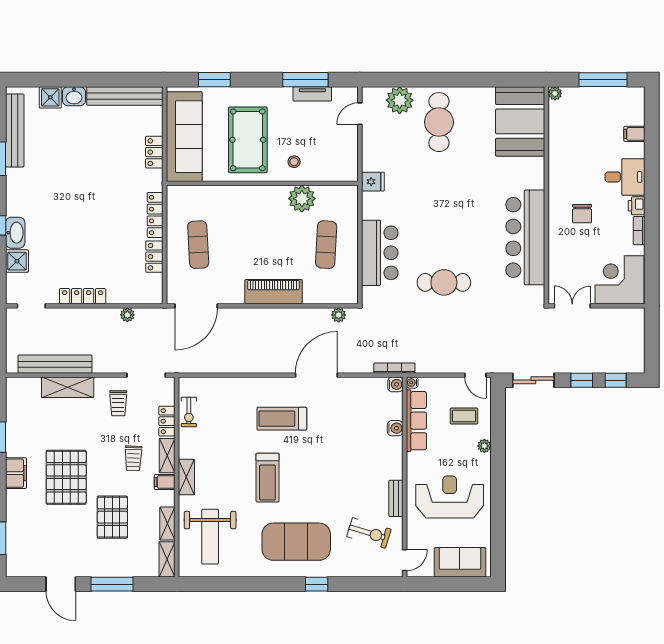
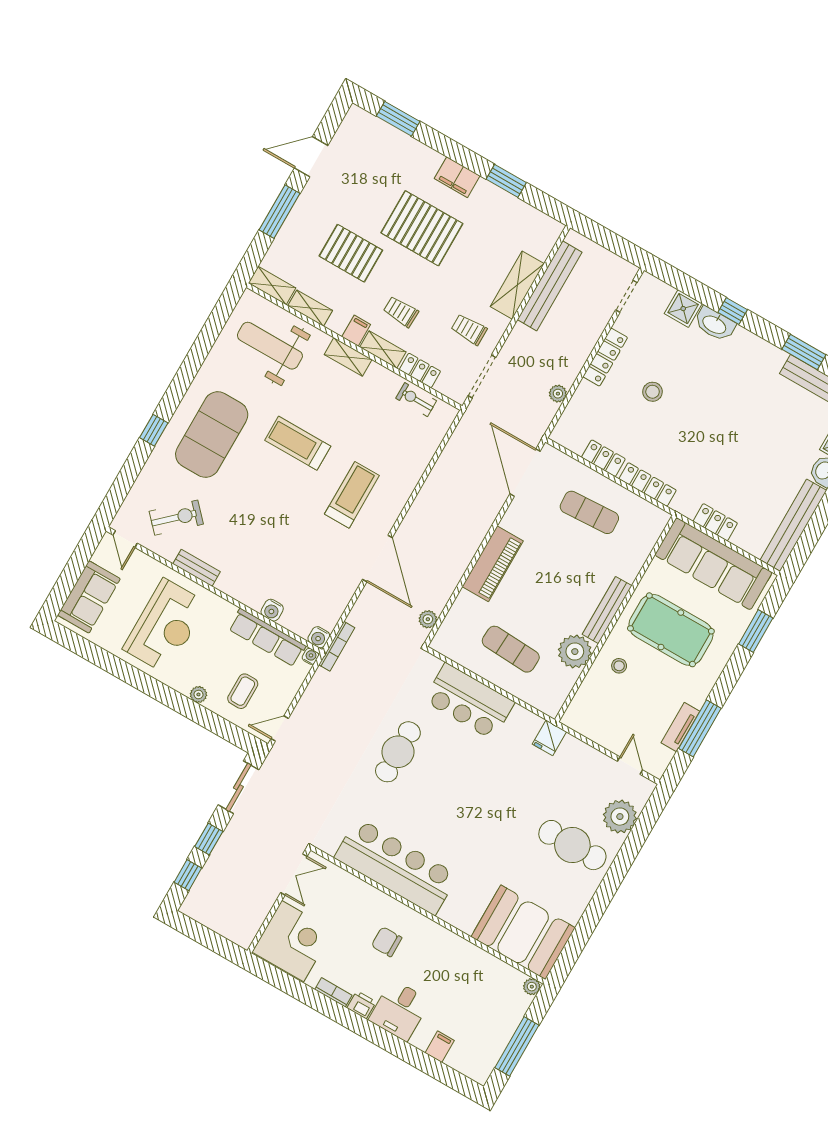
bench: (260, 193) -> (607, 610), added
stool: (88, 249) -> (653, 392), added
exercise bike: (369, 533) -> (176, 518), turned -150

